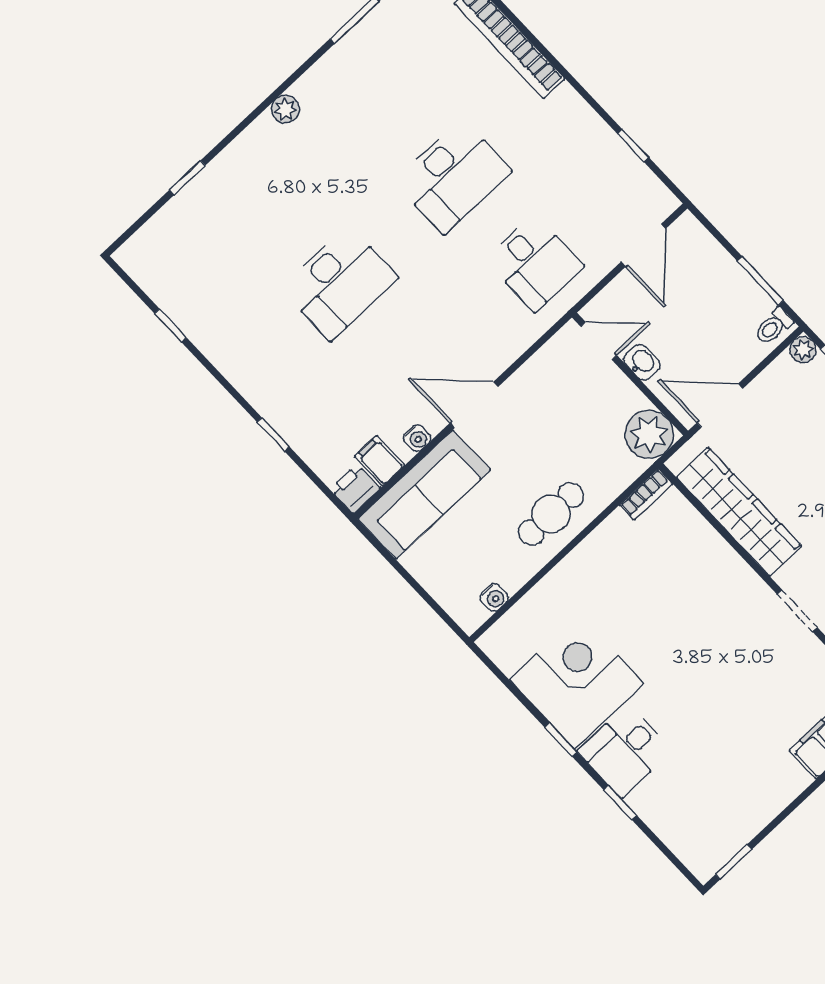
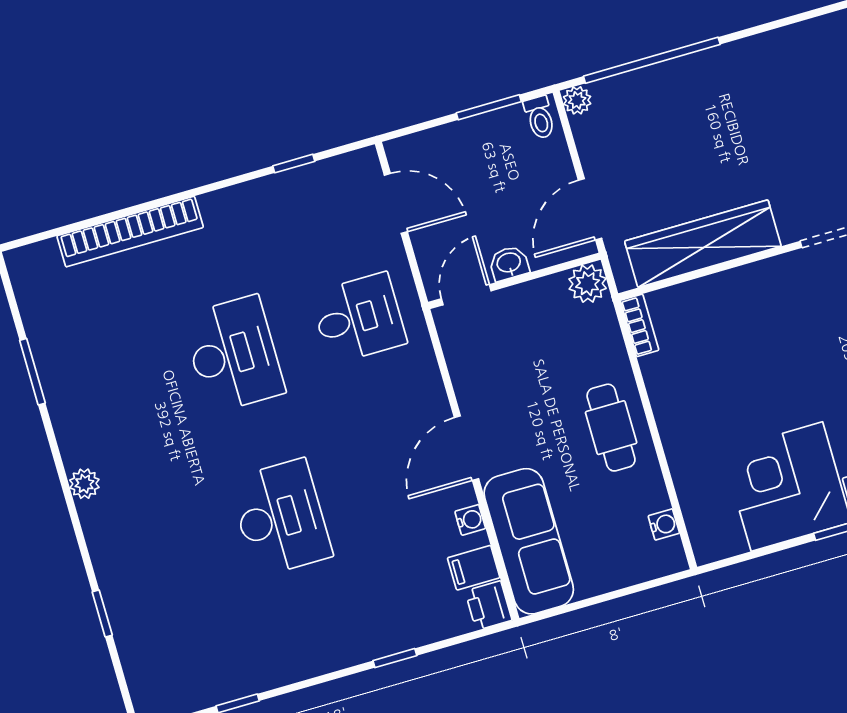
plant: (649, 434) -> (588, 284), width x0.73, depth x0.73

